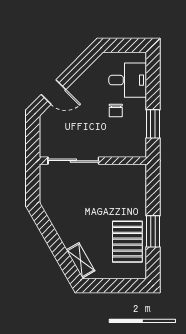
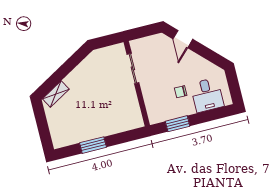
sliding door: (73, 161) -> (133, 68), width x0.73
pallet: (127, 242) -> (80, 127), removed

